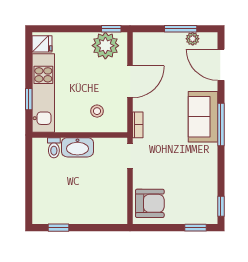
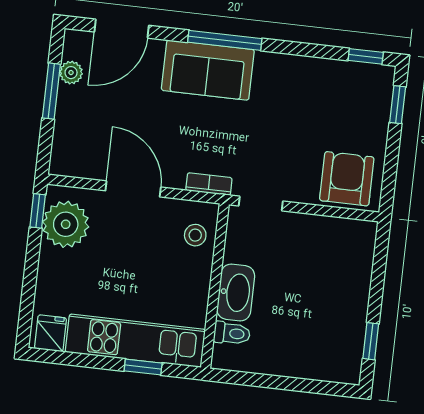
stool: (97, 111) -> (195, 235), moved

